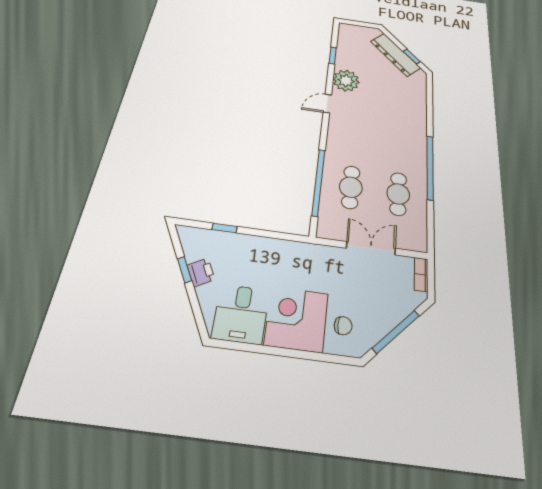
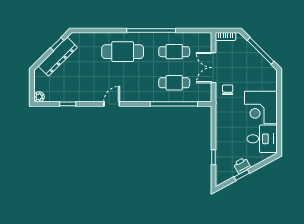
plant: (346, 81) -> (39, 97), moved, width x0.53, depth x0.53
door: (327, 104) -> (112, 104), swing flipped
cafe table: (400, 127) -> (123, 52), added
chair: (343, 326) -> (228, 90), moved

